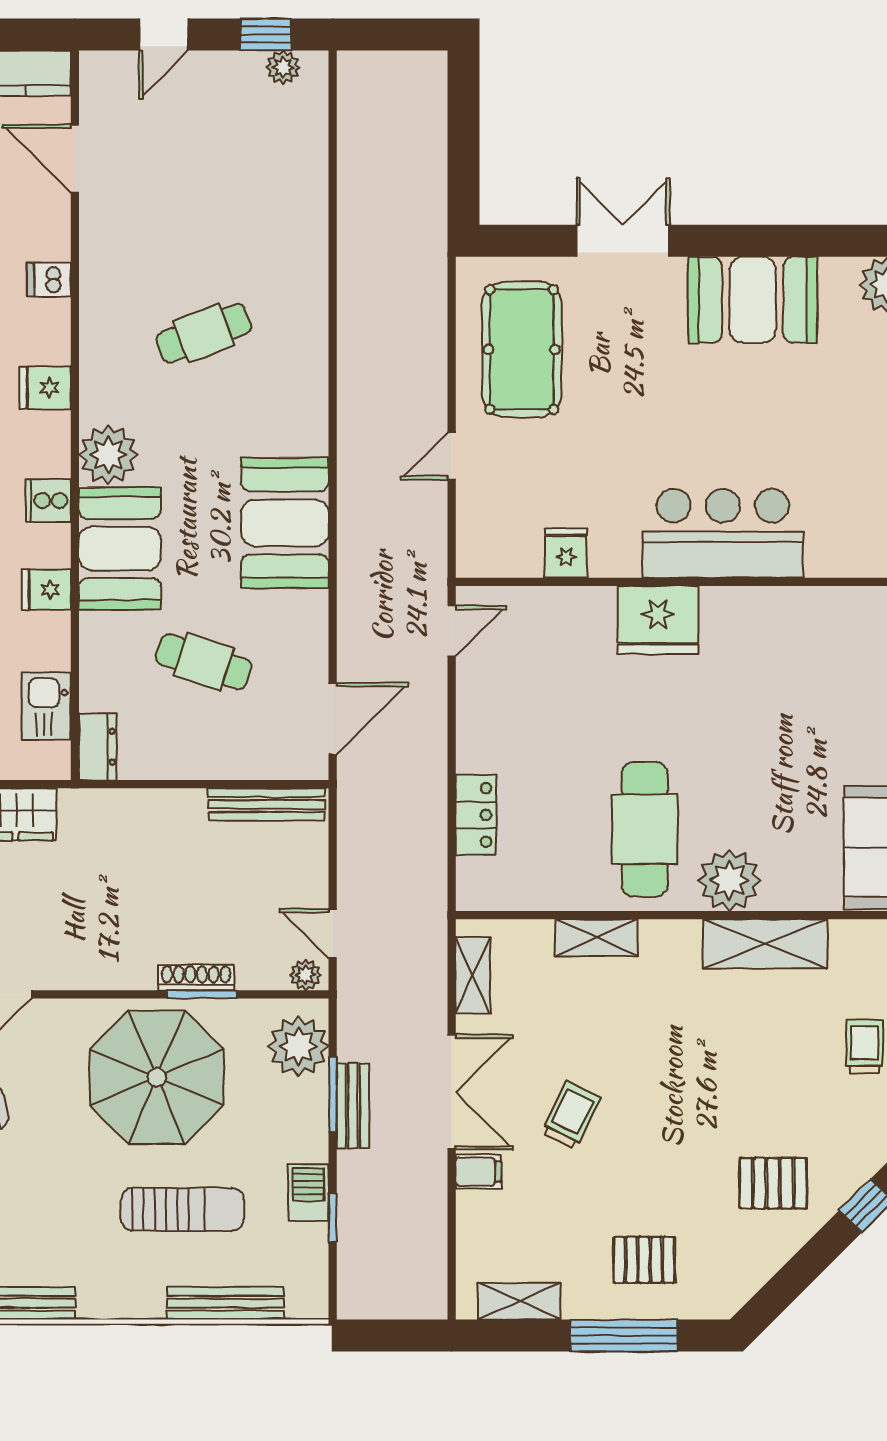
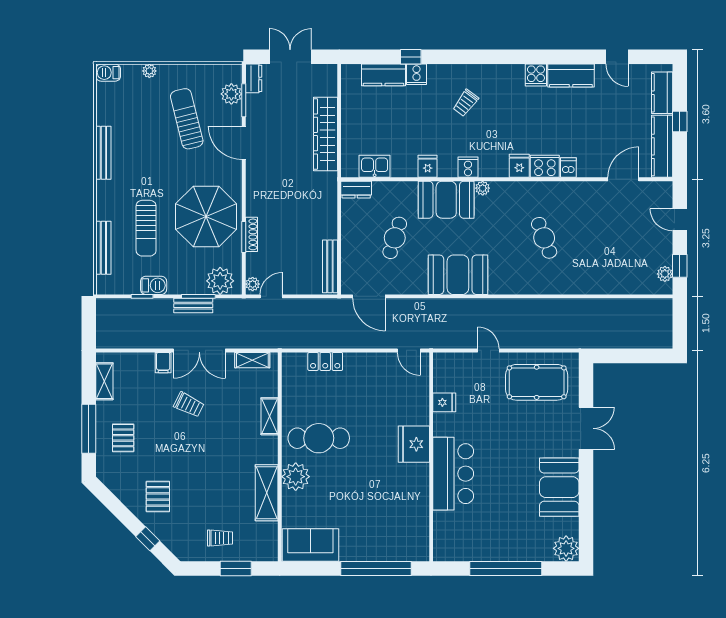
cooker: (46, 331) -> (545, 166), added
plant: (108, 455) -> (483, 188), width x0.53, depth x0.53

